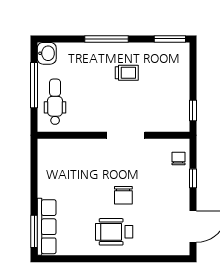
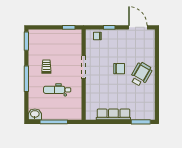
dental chair: (55, 102) -> (57, 90), moved
row of seats: (47, 227) -> (113, 114), moved
wheelchair: (114, 232) -> (141, 74), turned -150

